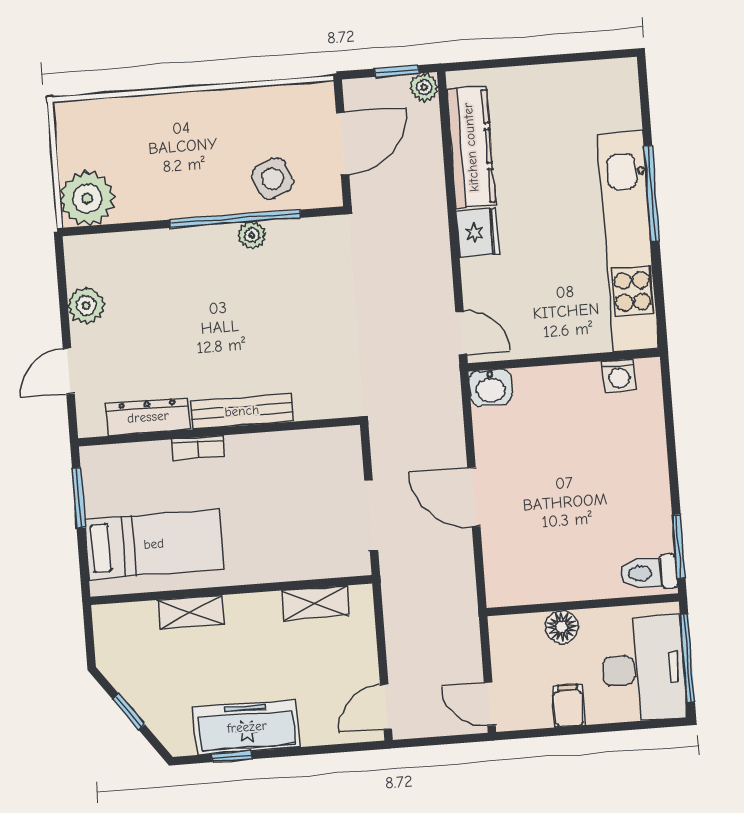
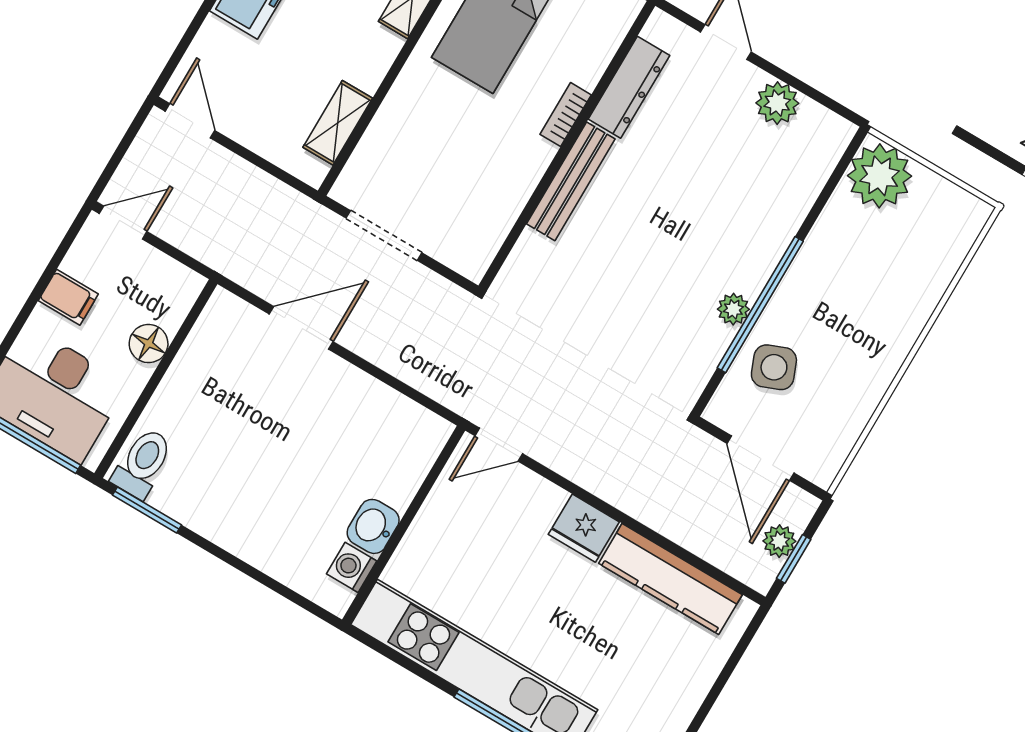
plant: (424, 87) -> (779, 541), moved
washbasin: (491, 387) -> (373, 526), moved
door: (474, 497) -> (301, 328), moved

